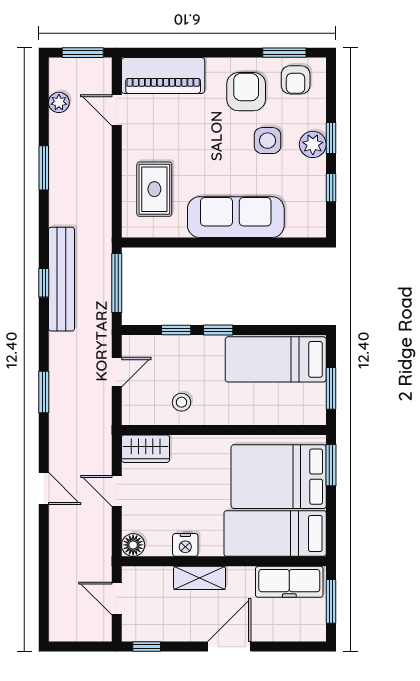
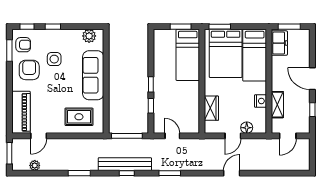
armchair: (246, 92) -> (29, 70), turned 90
plant: (313, 144) -> (89, 36), moved
window: (44, 168) -> (79, 173), moved
window: (331, 188) -> (27, 27), moved
bed: (276, 359) -> (188, 55), moved
window: (44, 392) -> (170, 173), moved
stool: (182, 402) -> (188, 103), removed
wardrobe: (146, 449) -> (211, 108), moved
floor lamp: (133, 545) -> (247, 128), moved
shelving: (200, 578) -> (277, 105), moved
freezer: (289, 582) -> (279, 43), width x0.71
window: (147, 647) -> (312, 110), moved

